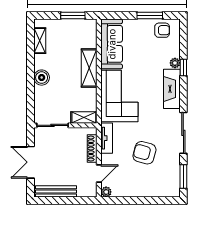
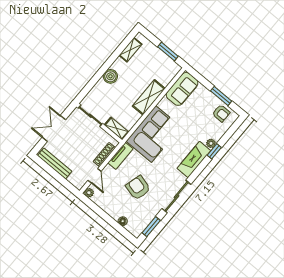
sofa: (112, 44) -> (182, 89), width x0.73
door: (99, 173) -> (95, 176), hinge flipped
floor lamp: (155, 192) -> (123, 221), added

